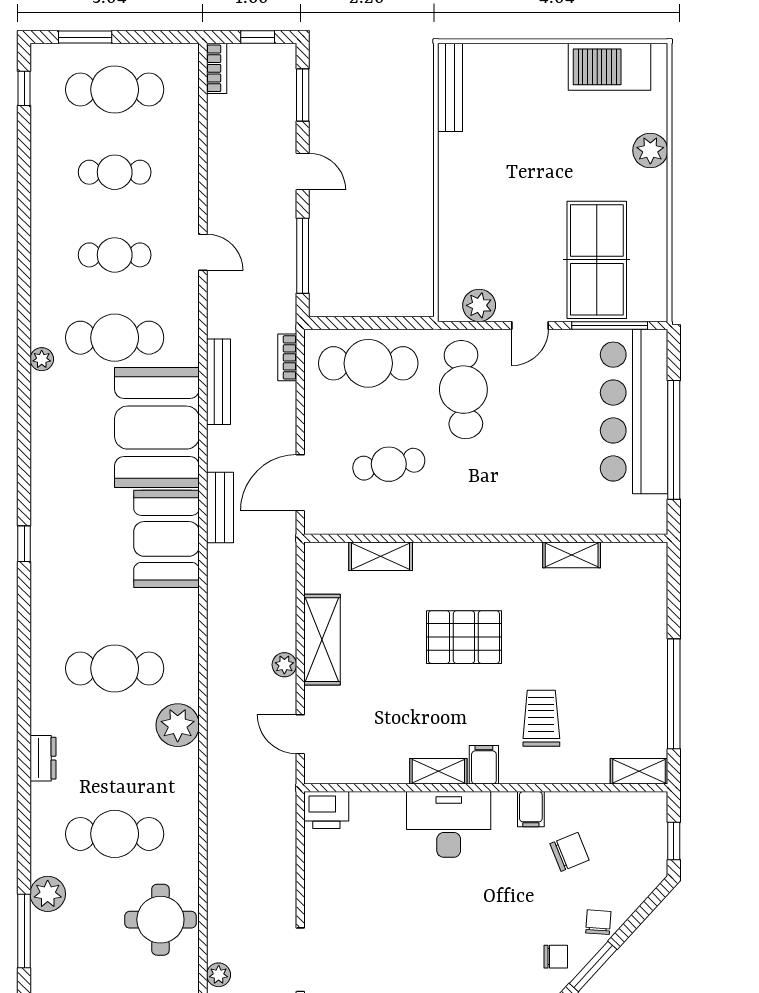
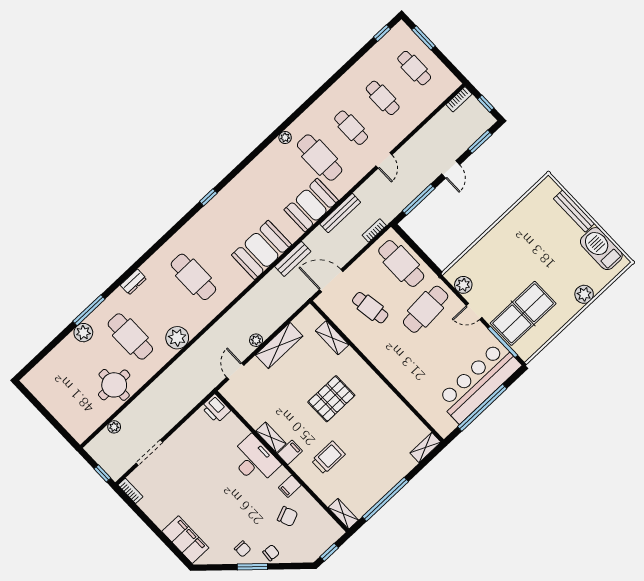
bench: (450, 87) -> (574, 211), moved, turned 90
cafe table: (115, 90) -> (414, 68), width x0.73, depth x0.74
booth: (157, 428) -> (311, 205), width x0.73, depth x0.70
shelving: (572, 555) -> (425, 448), moved, turned 90
pallet: (464, 637) -> (331, 399), turned 90
plant: (178, 725) -> (177, 338), moved
window: (24, 931) -> (89, 310), moved

